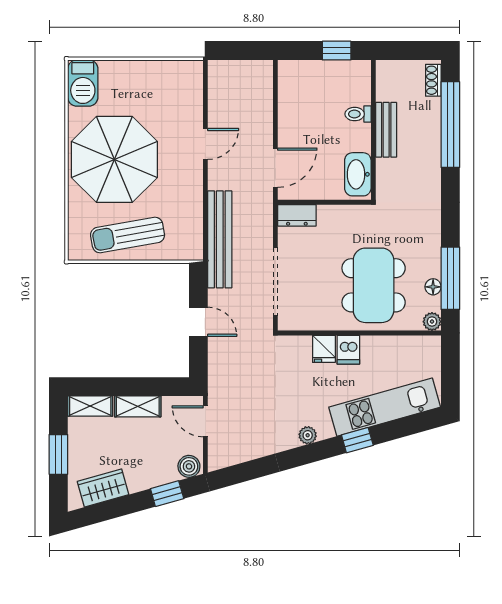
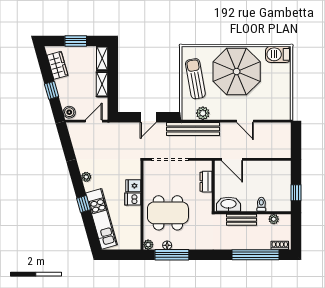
plant: (385, 91) -> (274, 219), added
bench: (386, 130) -> (242, 220), moved
dresser: (297, 215) -> (206, 182), moved
plant: (191, 221) -> (203, 113), added
window: (167, 494) -> (52, 90), moved

